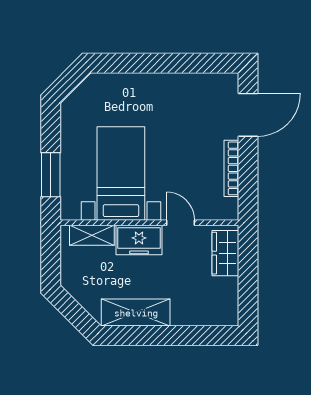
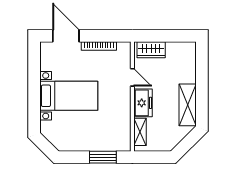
bed with nightstands: (121, 174) -> (69, 96), moved, turned 180
door: (180, 223) -> (132, 77), swing flipped

